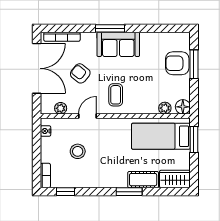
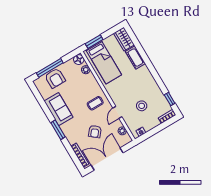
sofa: (118, 44) -> (58, 109), moved
window: (194, 64) -> (50, 68), width x1.44
door: (88, 116) -> (117, 112), hinge flipped
window: (129, 192) -> (147, 61), removed

